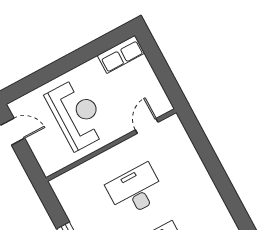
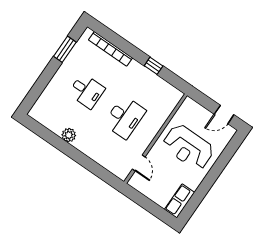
plant: (214, 204) -> (69, 135), added

